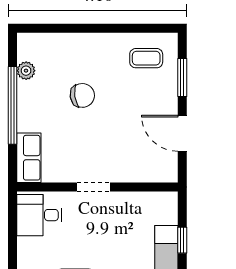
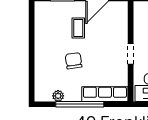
coffee table: (146, 58) -> (78, 28), moved
row of seats: (29, 158) -> (105, 94), width x1.48

